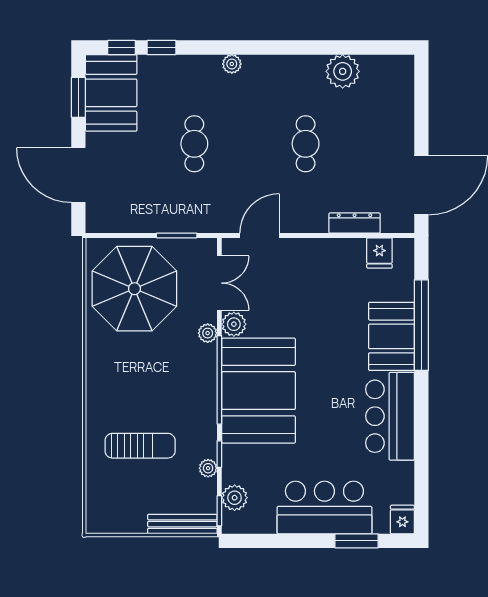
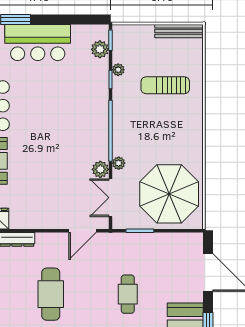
cafe table: (306, 144) -> (51, 294), width x1.37, depth x1.35
booth: (259, 391) -> (83, 123), removed
bench: (182, 524) -> (179, 31), moved

